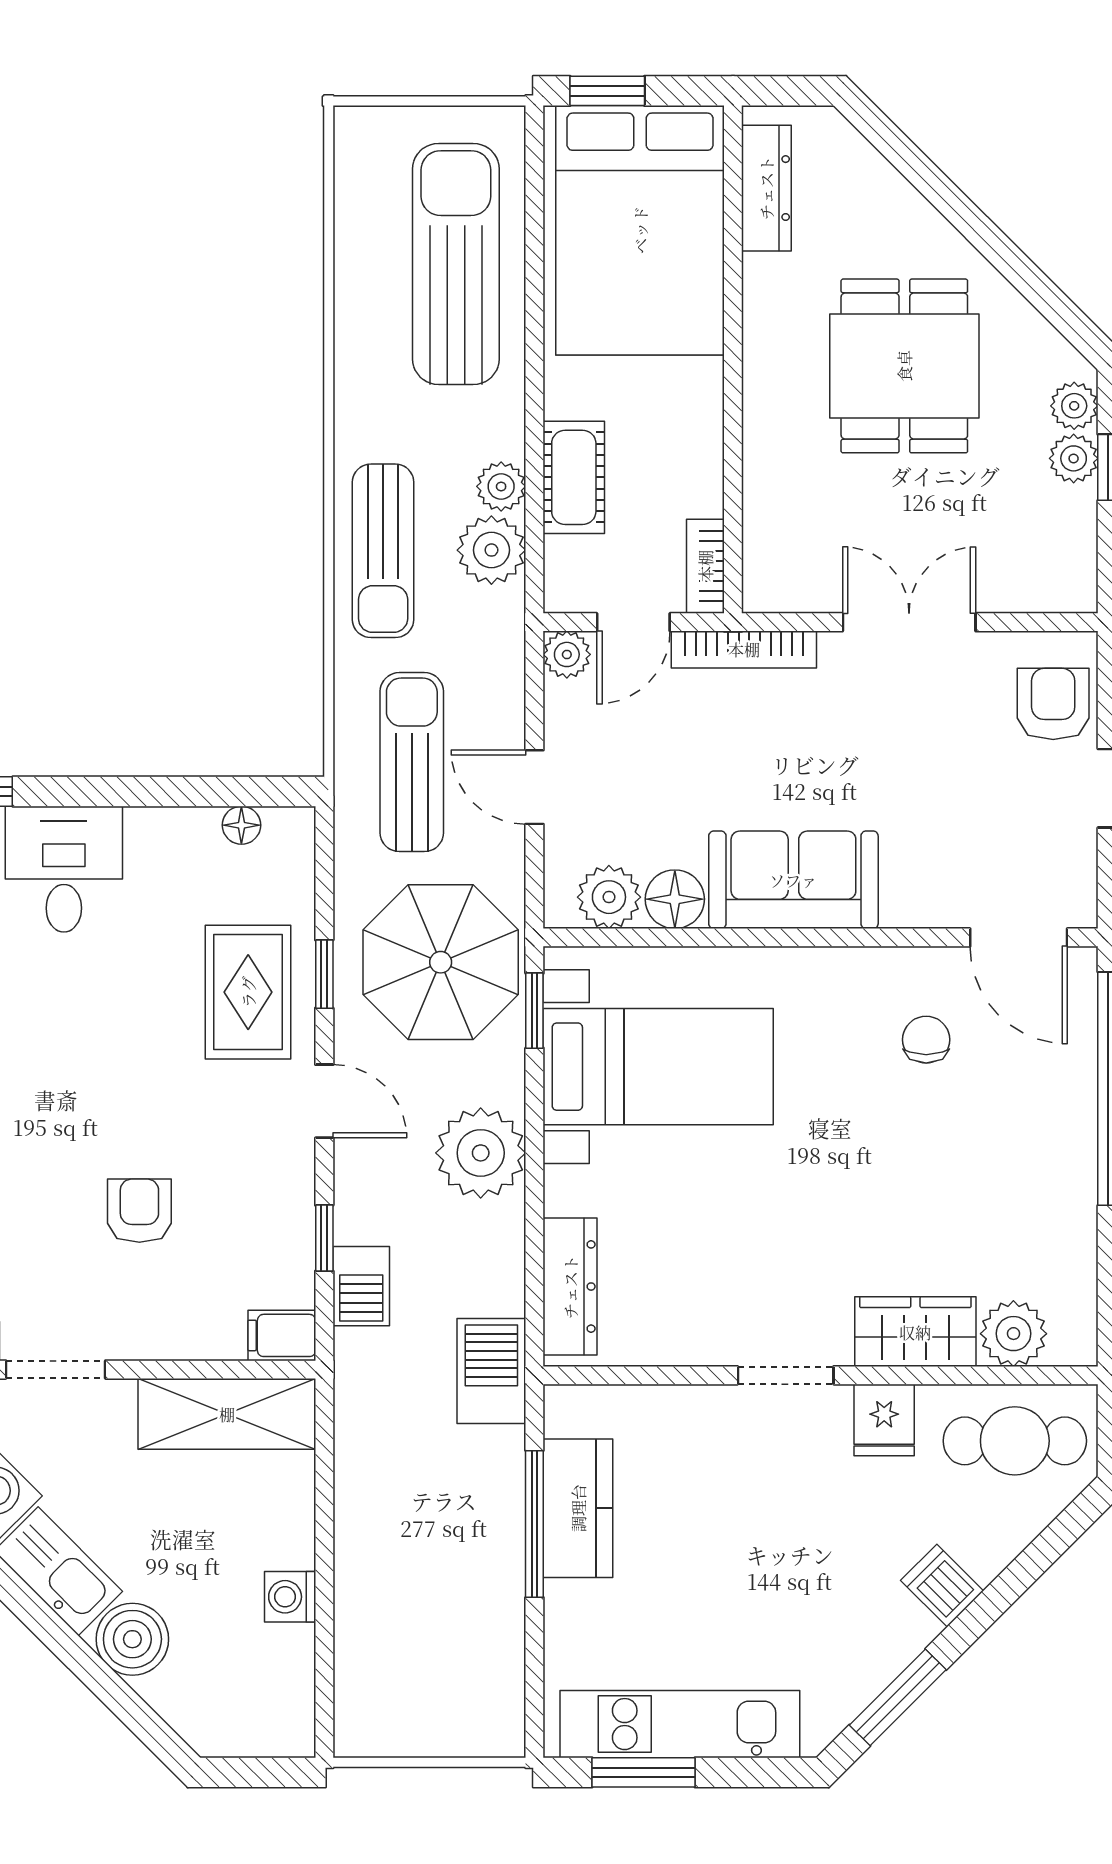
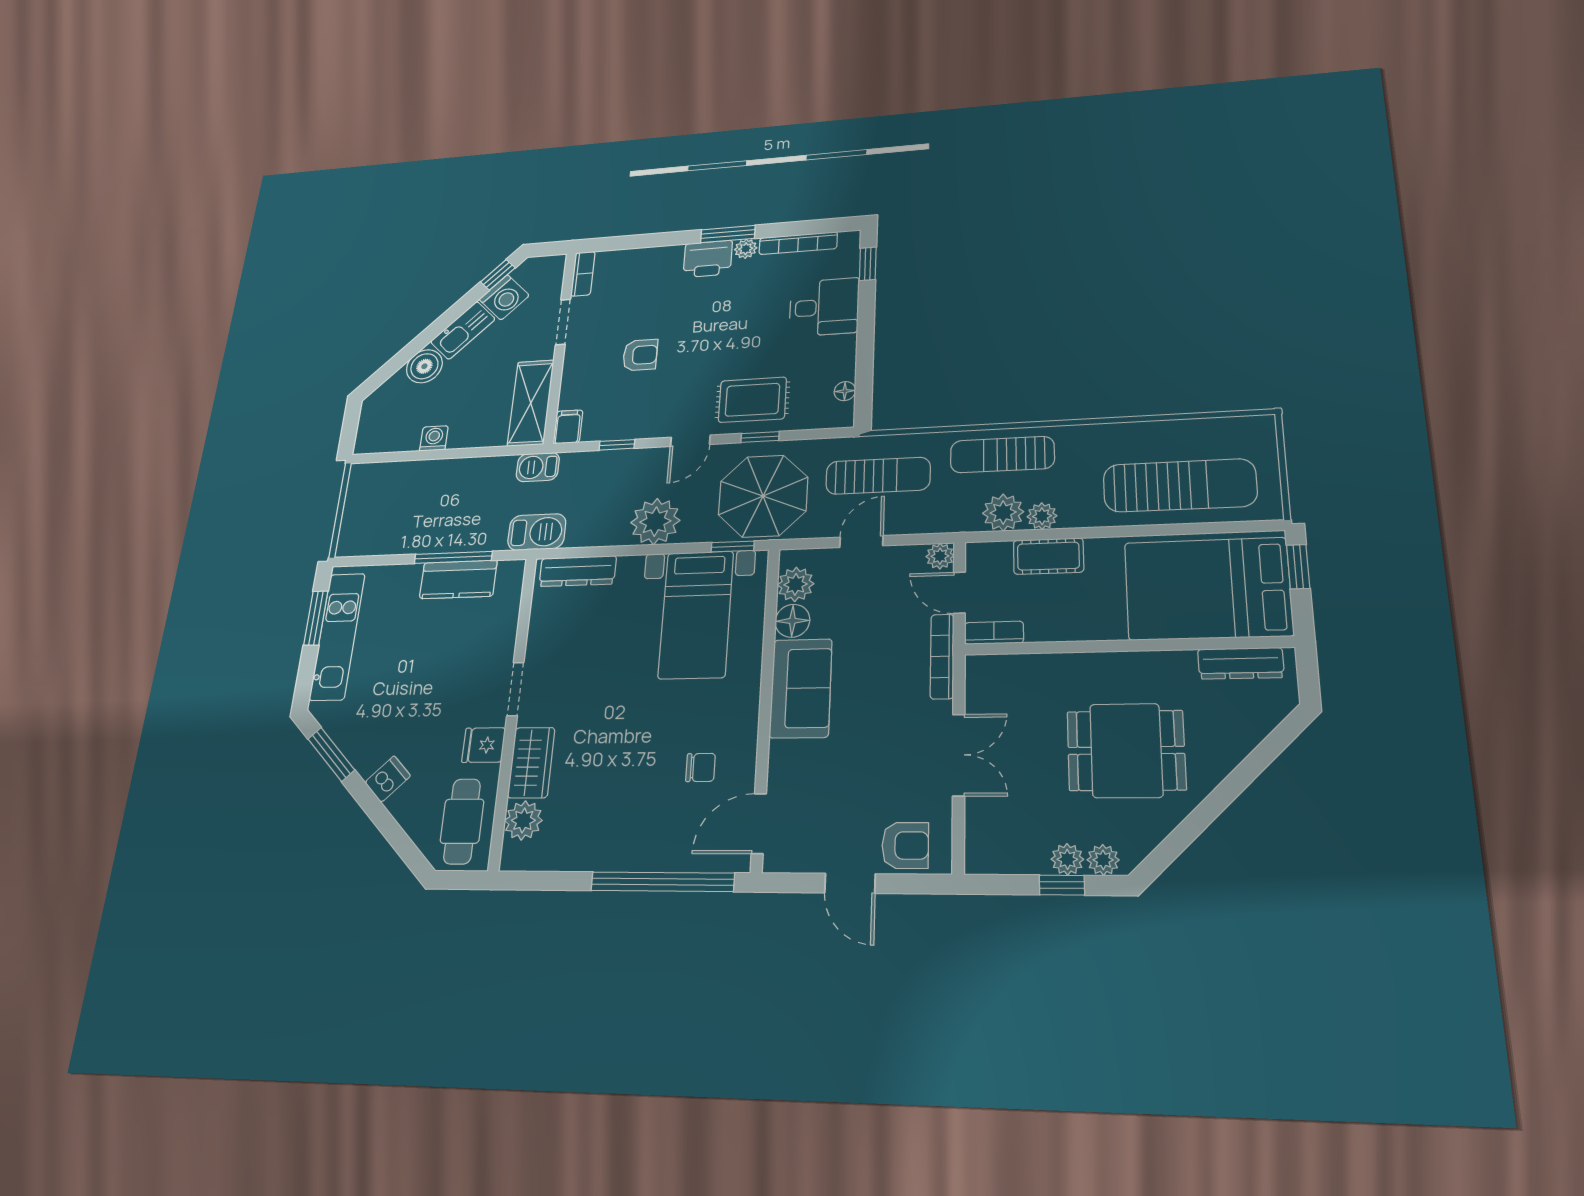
barbecue: (361, 1286) -> (538, 467), moved

